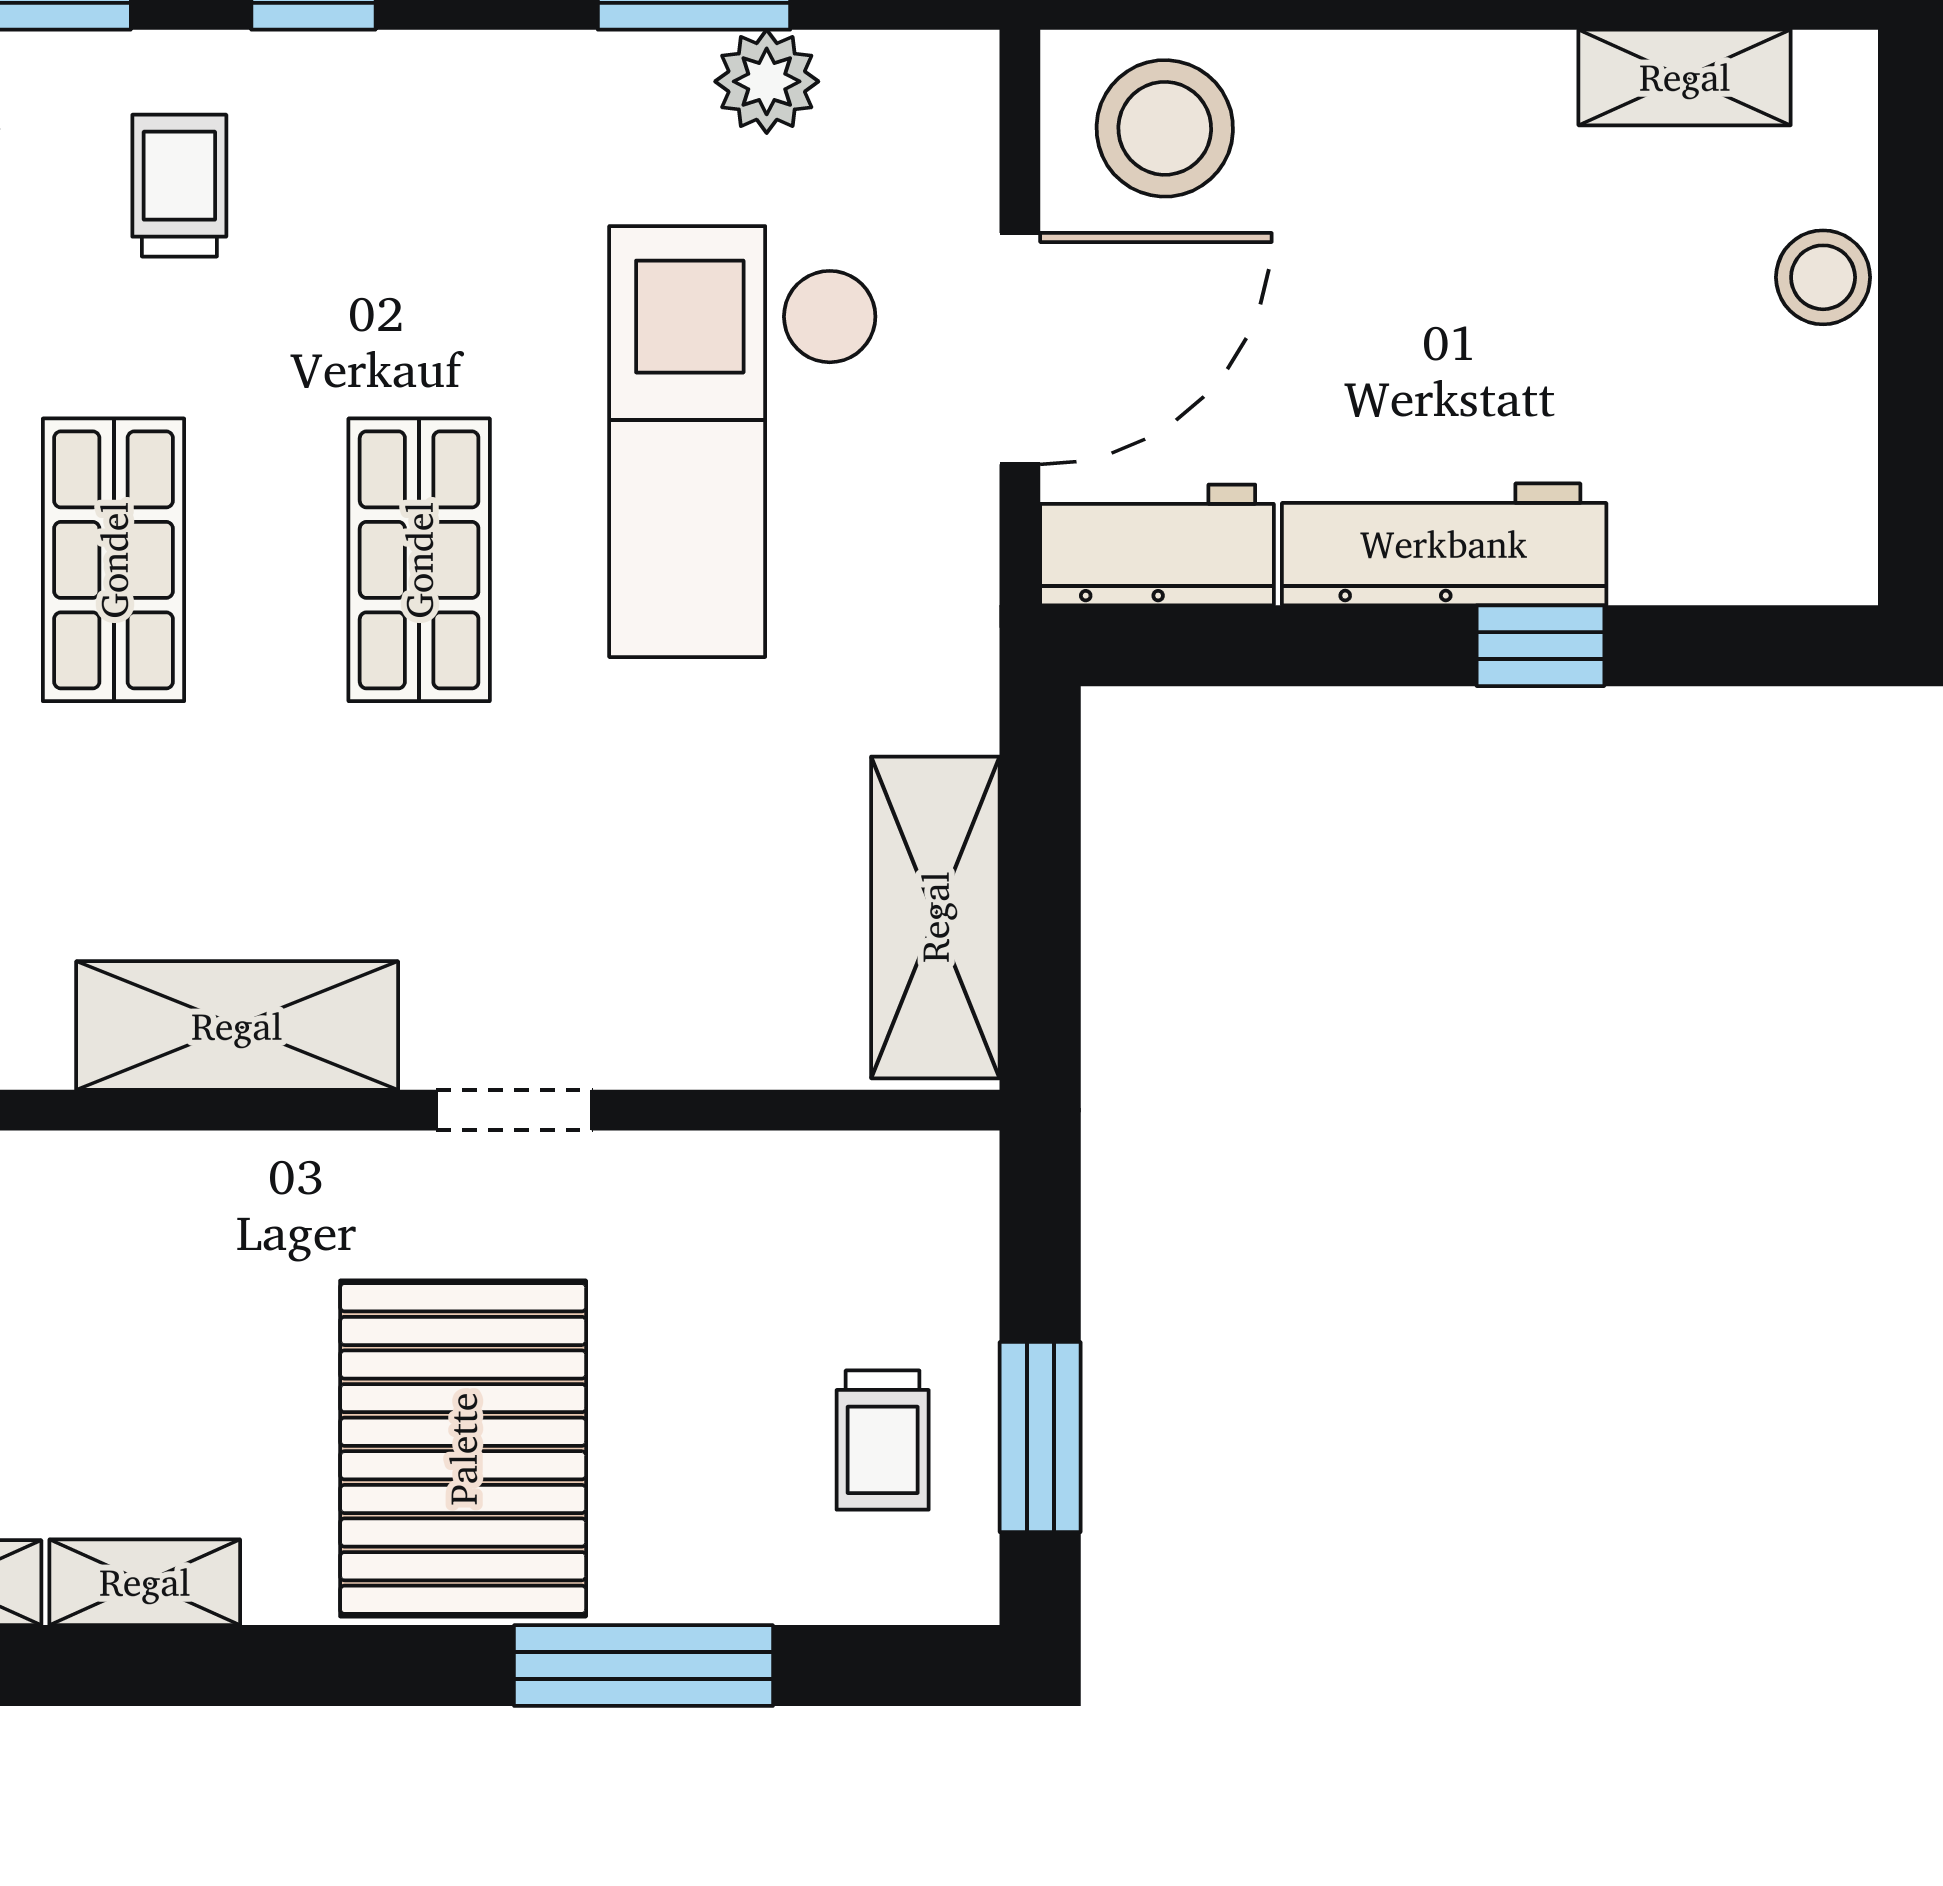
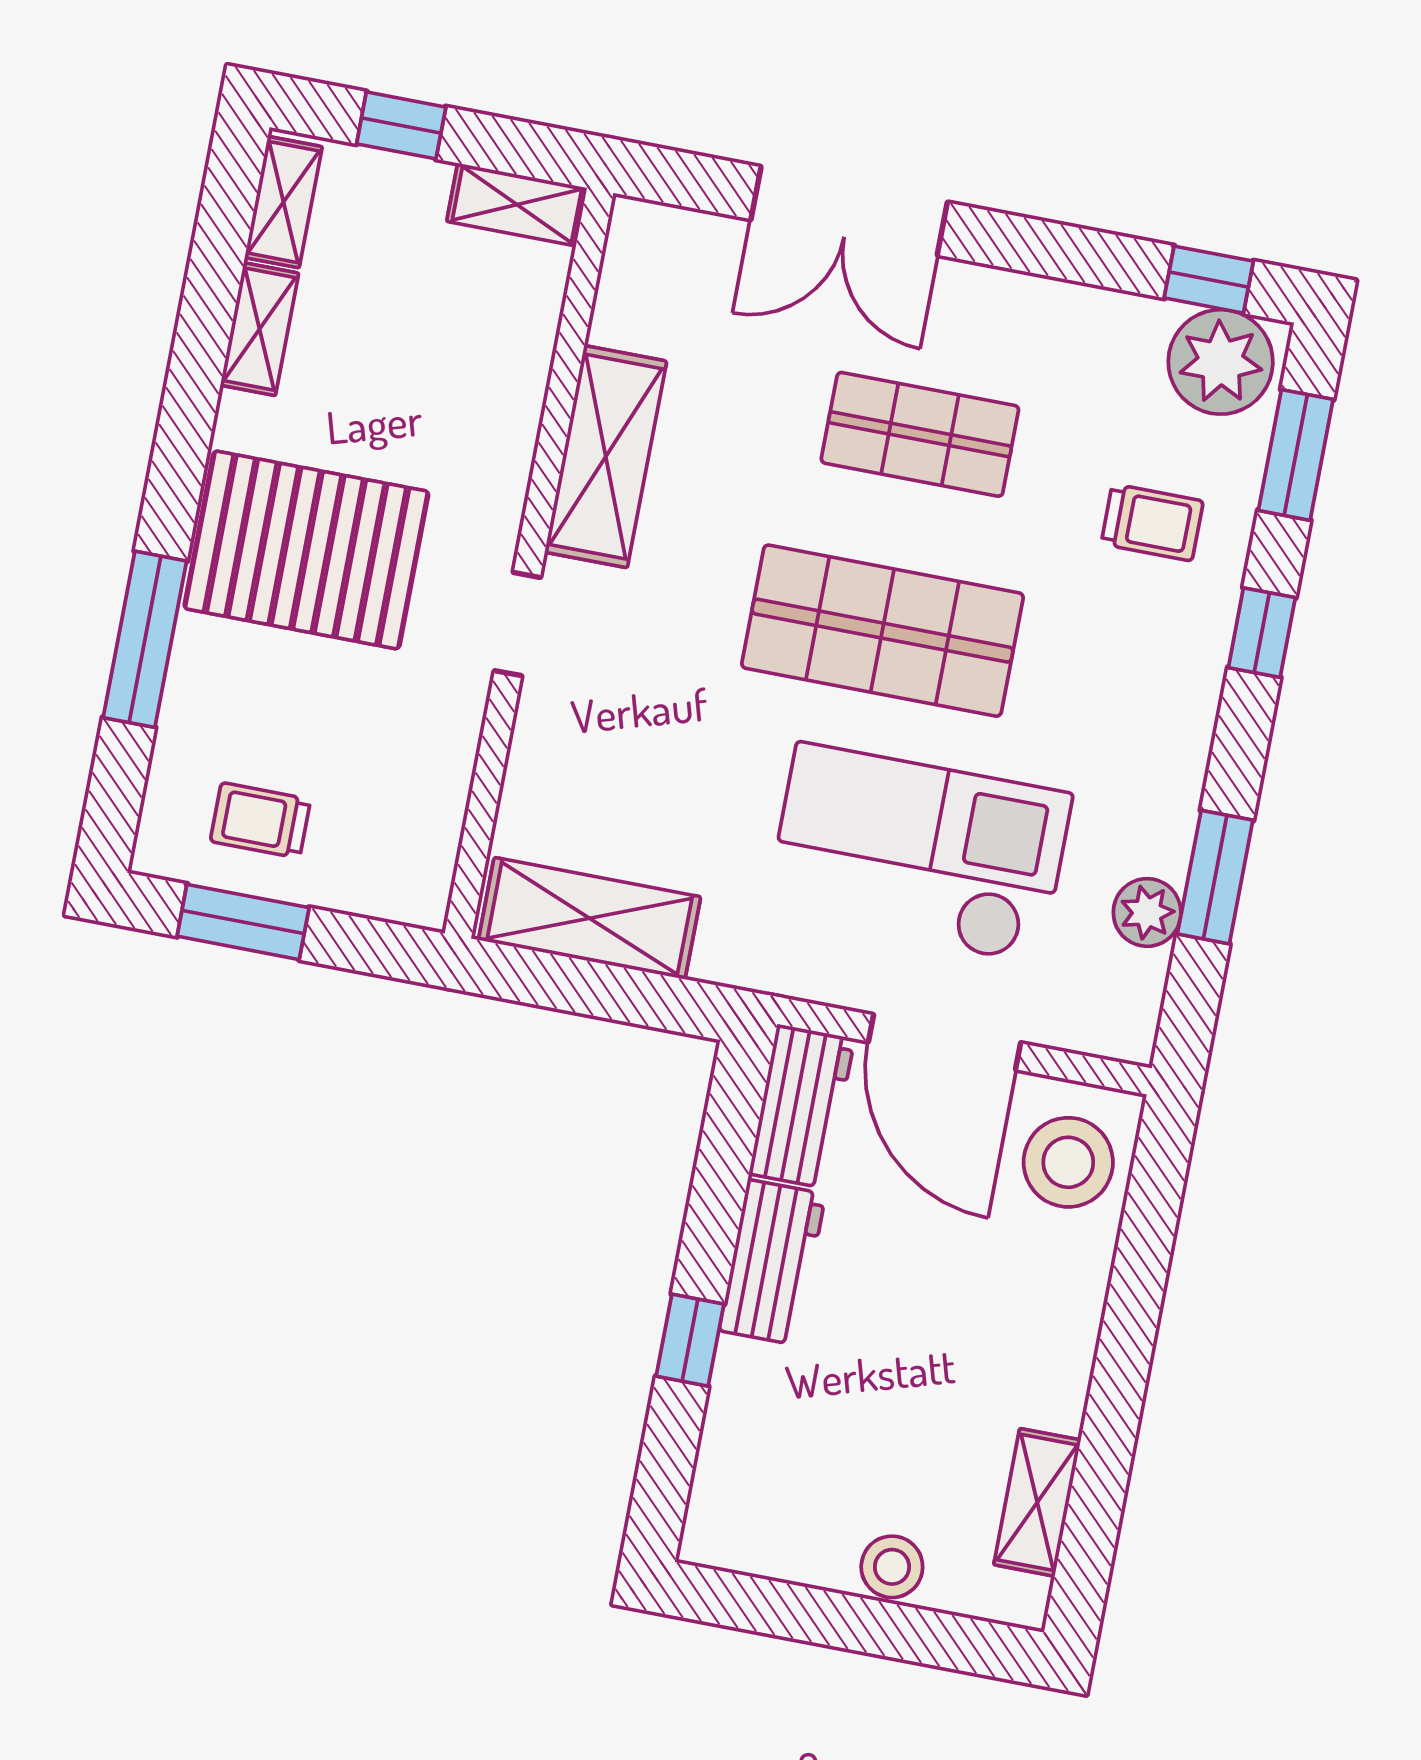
workbench: (1444, 544) -> (772, 1262), width x0.73
shop shelf: (419, 560) -> (882, 631), width x1.43, depth x1.36

